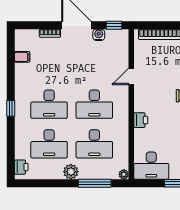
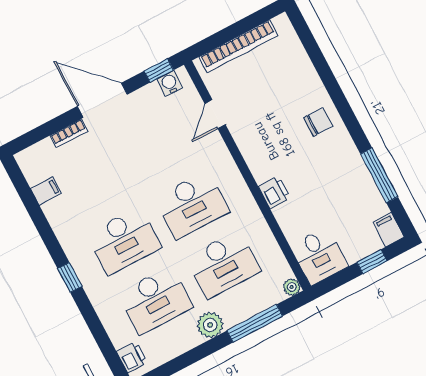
water cooler: (99, 35) -> (170, 83), moved
door: (131, 76) -> (215, 114), moved
desk: (151, 166) -> (319, 256), width x0.73

